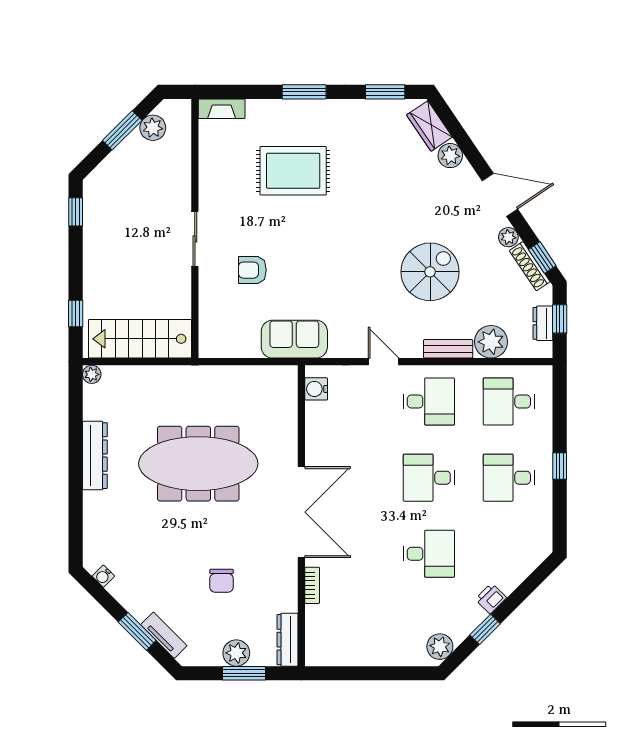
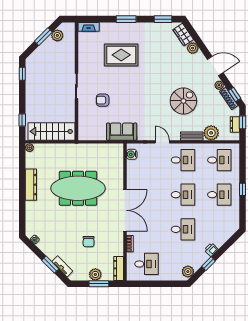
desk: (509, 401) -> (219, 160), turned 180
desk: (429, 478) -> (183, 195), turned 180
desk: (509, 478) -> (219, 195), turned 180
desk: (349, 630) -> (146, 264), added

